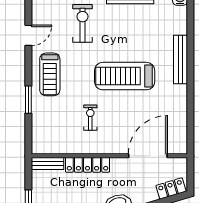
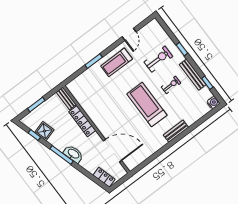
door: (28, 35) -> (129, 34), hinge flipped
bench: (181, 59) -> (176, 131), width x0.73
exercise bike: (90, 118) -> (171, 85), moved

